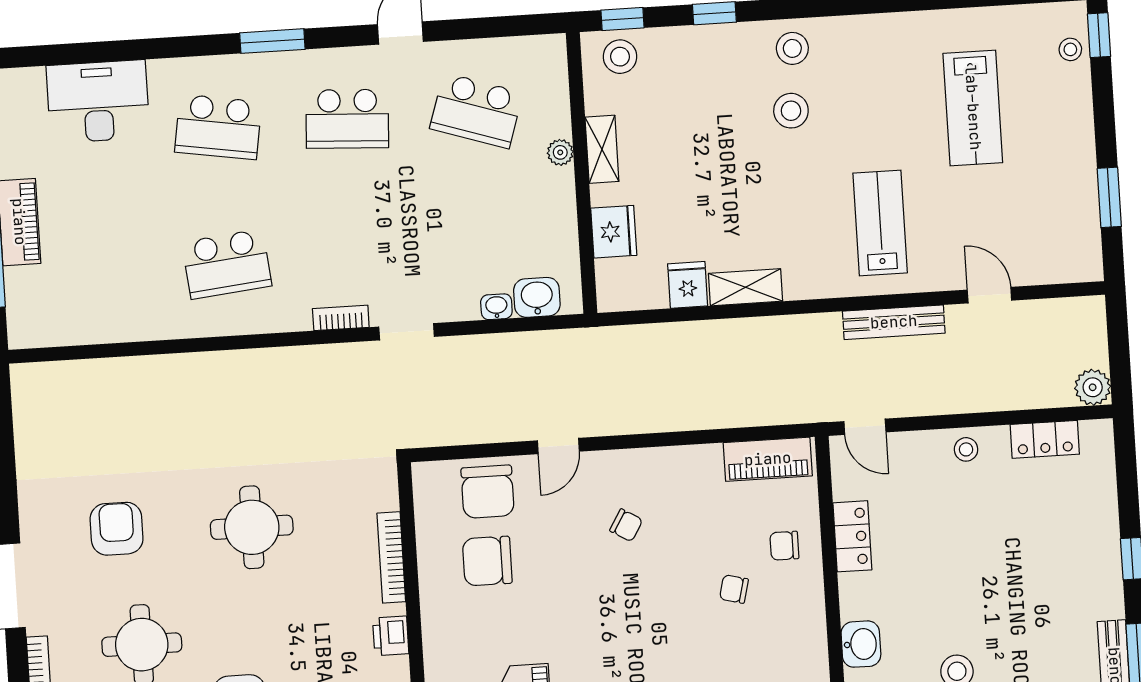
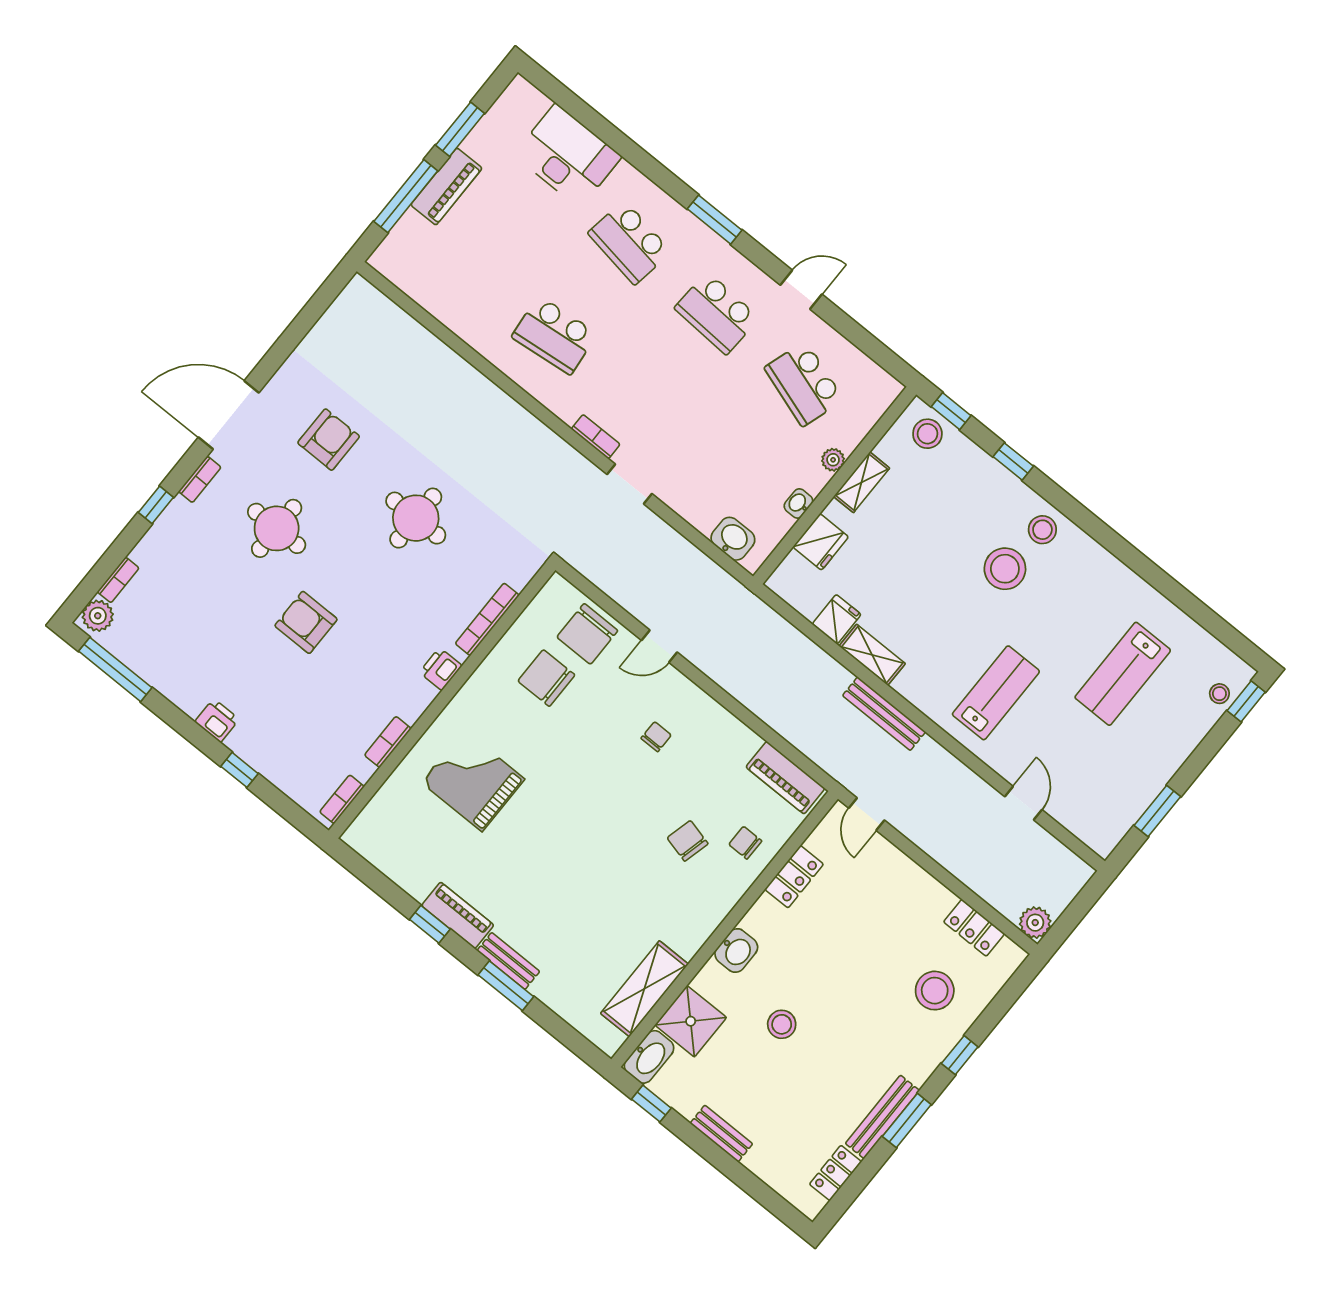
stool: (791, 111) -> (1005, 569), width x1.38, depth x1.38
washbasin: (496, 307) -> (798, 503), moved, turned -90
bench: (894, 322) -> (884, 714), moved
stool: (966, 449) -> (935, 991), moved, width x1.89, depth x1.89
chair: (626, 525) -> (656, 737), turned -121
chair: (734, 589) -> (688, 841), width x1.37, depth x1.37

